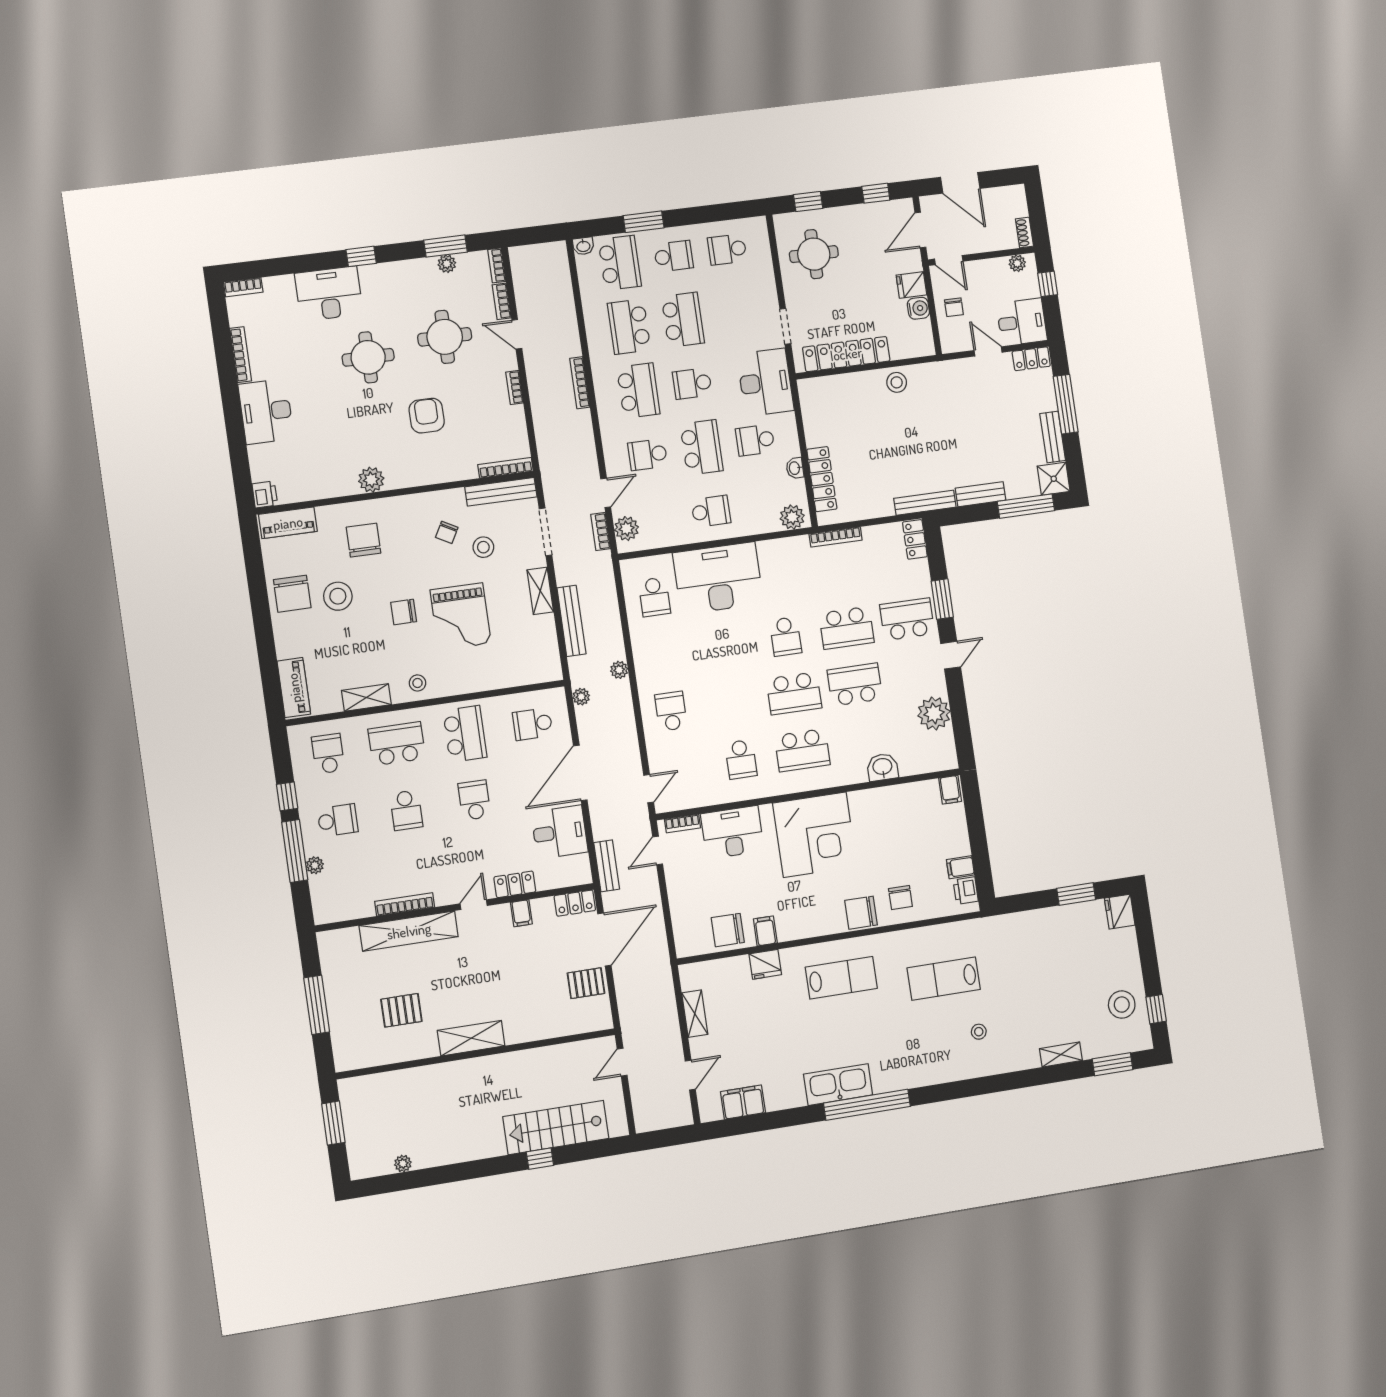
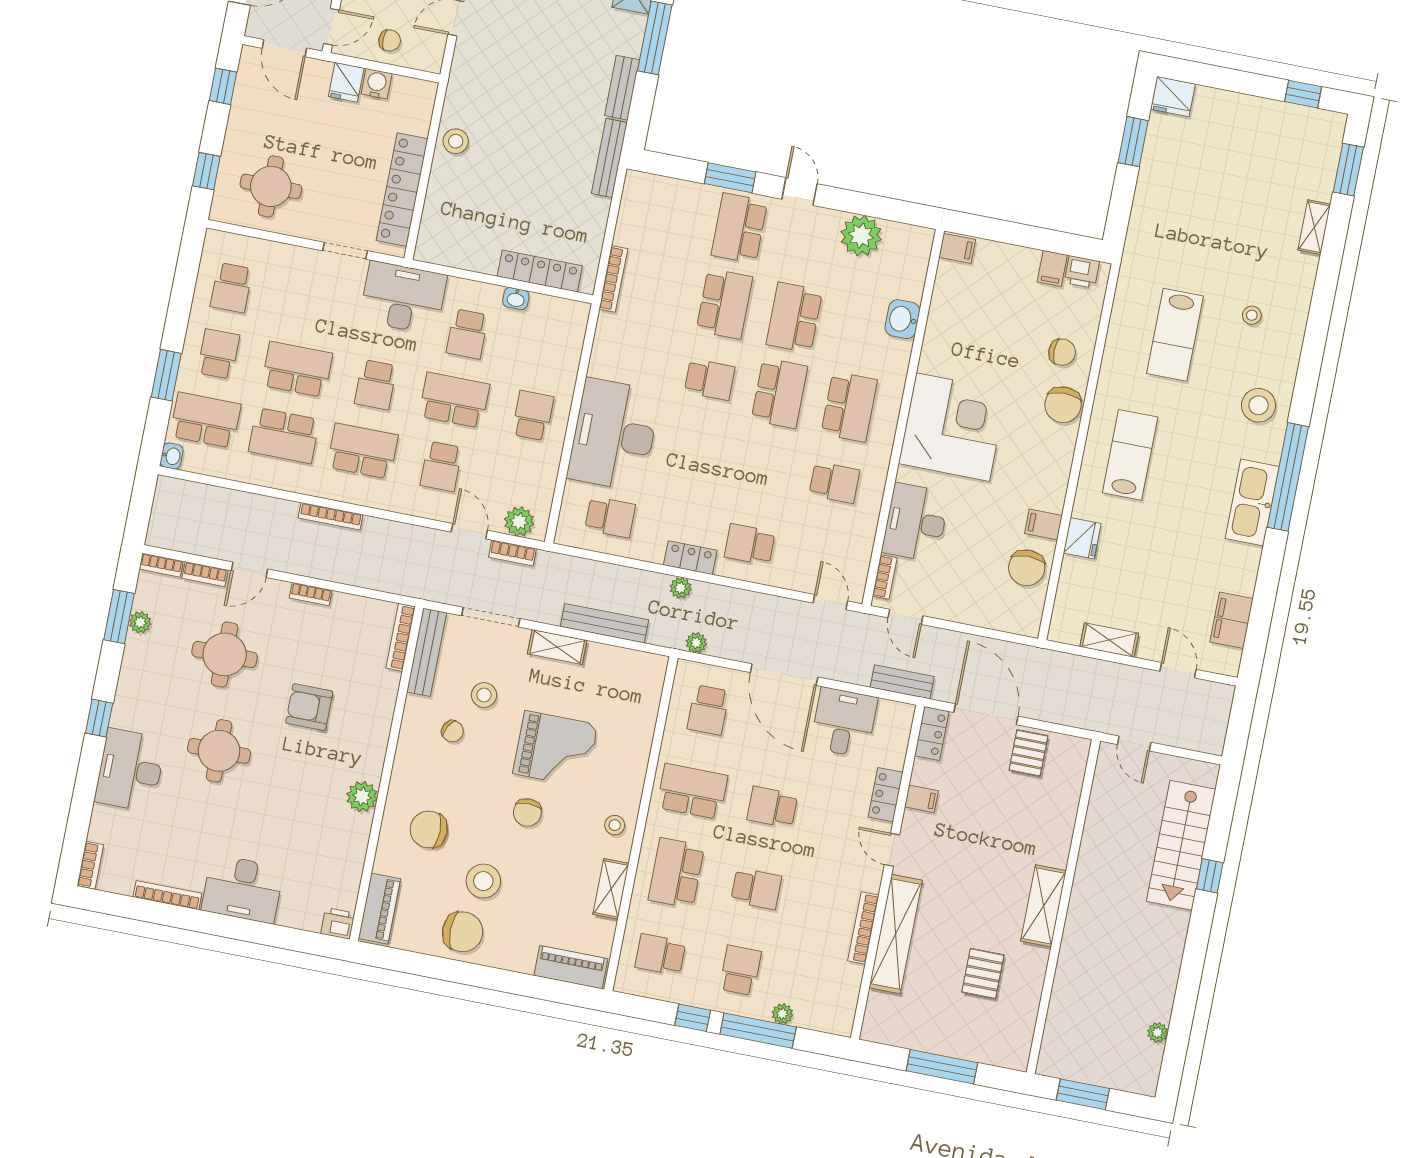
plant: (792, 517) -> (572, 322), removed
locker: (915, 539) -> (690, 558), moved, turned 180
stool: (1122, 1005) -> (1259, 405), moved

